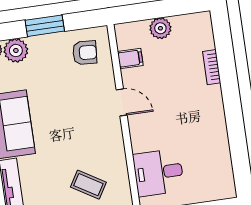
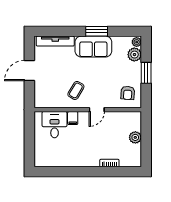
filing cabinet: (130, 58) -> (73, 118), moved
coffee table: (88, 185) -> (76, 90), moved

